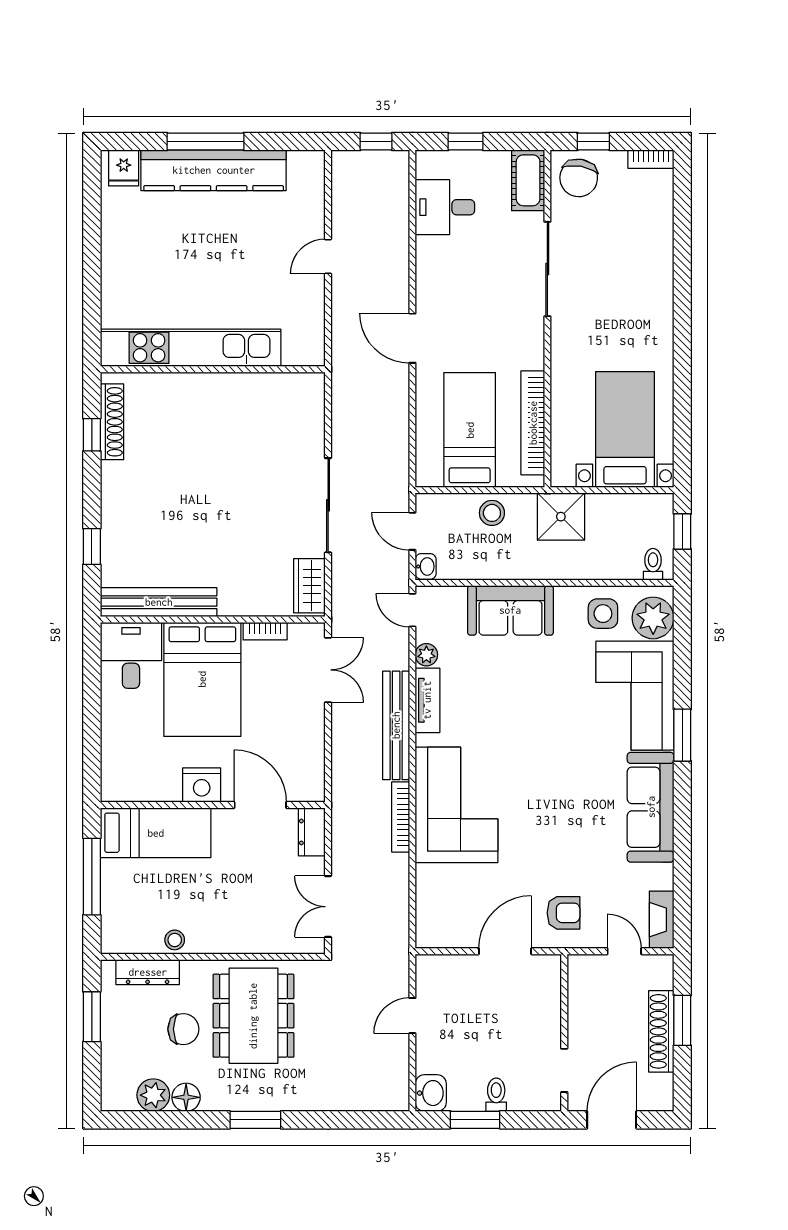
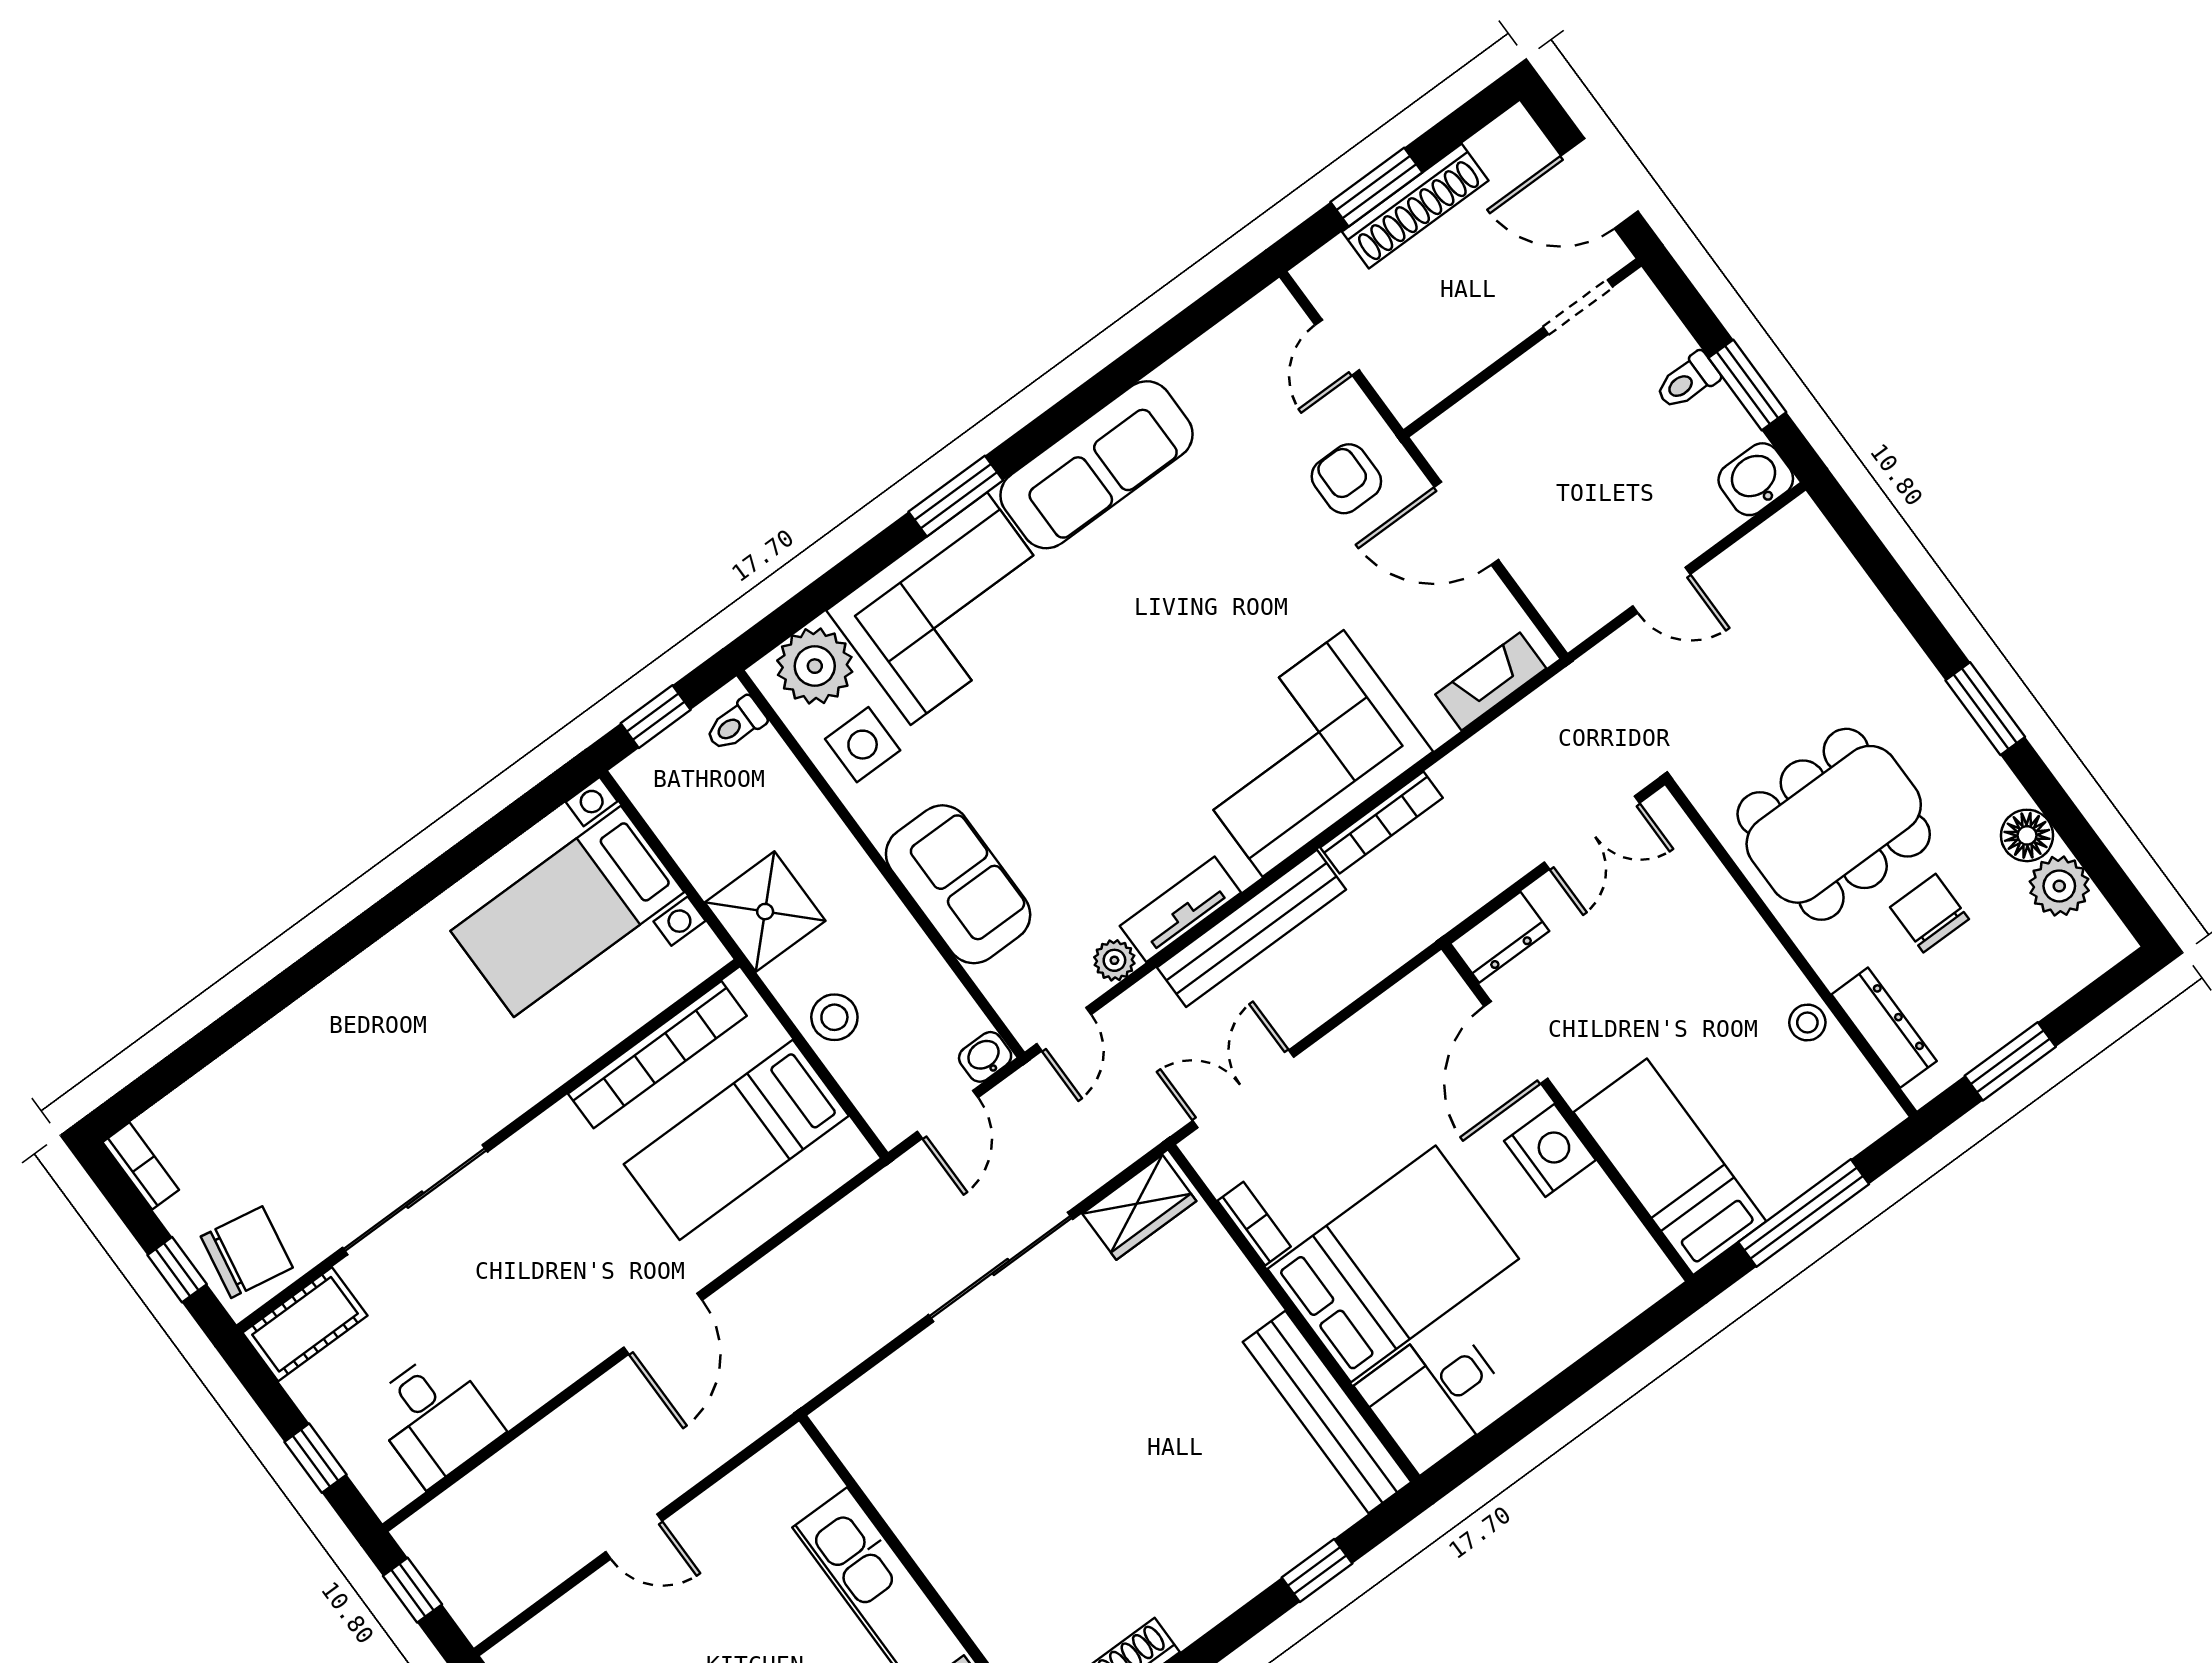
fireplace: (662, 920) -> (1491, 681), moved, turned 180

